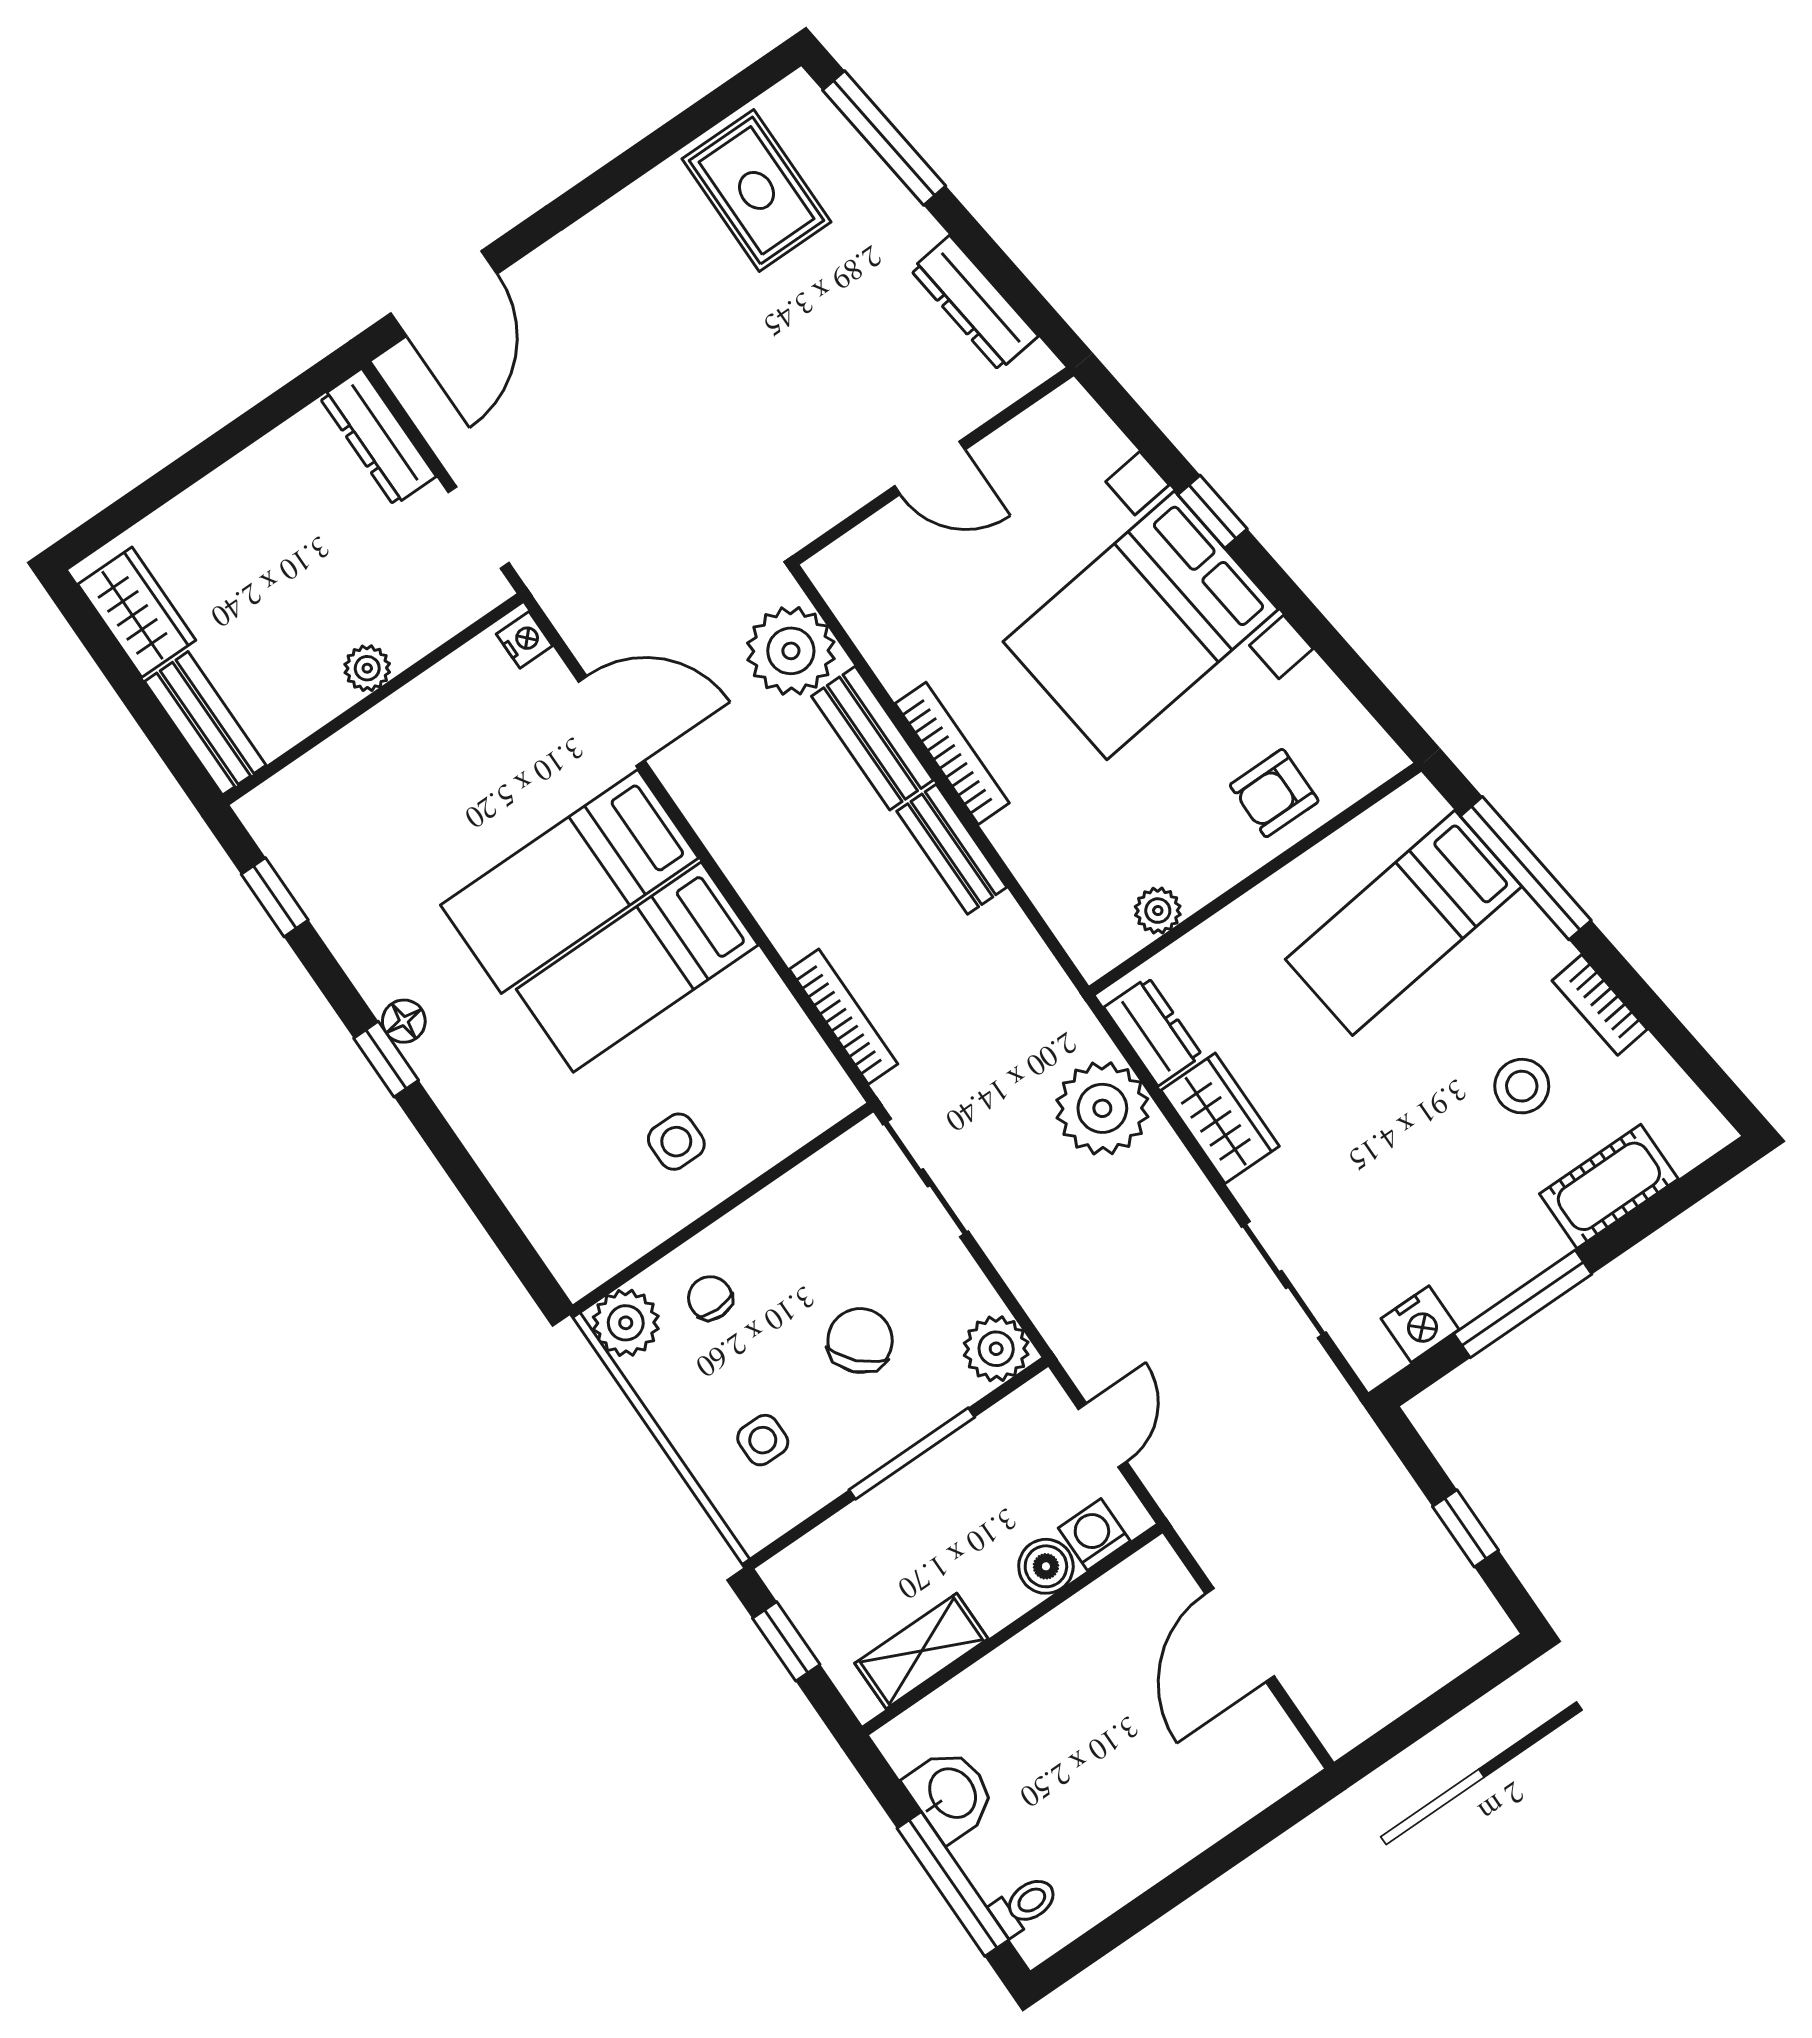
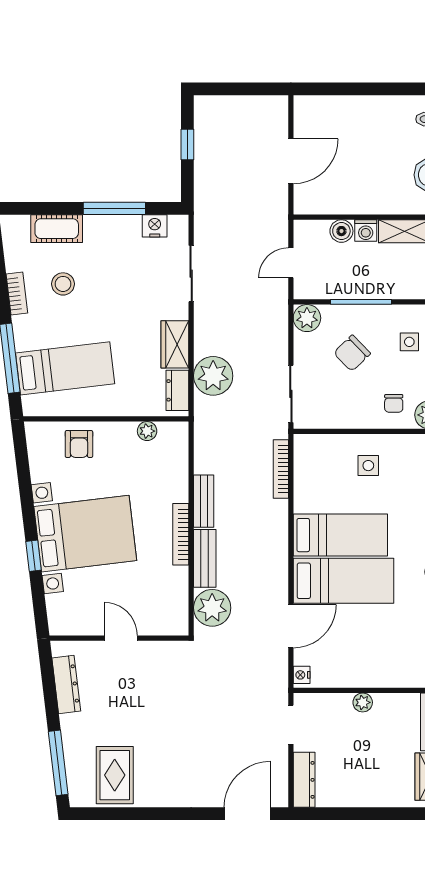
door: (612, 721) -> (291, 626), swing flipped
armchair: (1274, 793) -> (79, 444), turned 90
washing machine: (1094, 1534) -> (366, 231), moved

